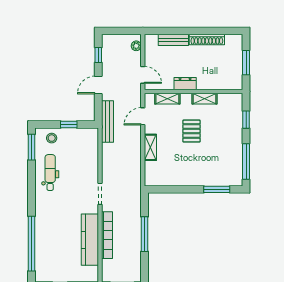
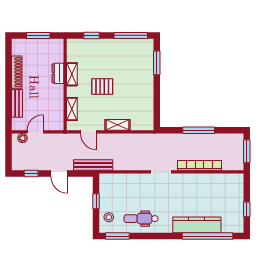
door: (143, 75) -> (35, 132), moved
dresser: (185, 84) -> (58, 73), moved
kitchen counter: (90, 240) -> (197, 225), moved, turned 180

